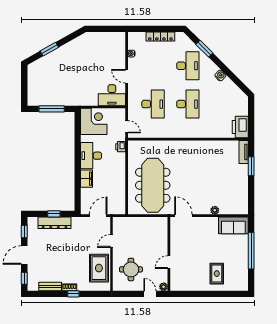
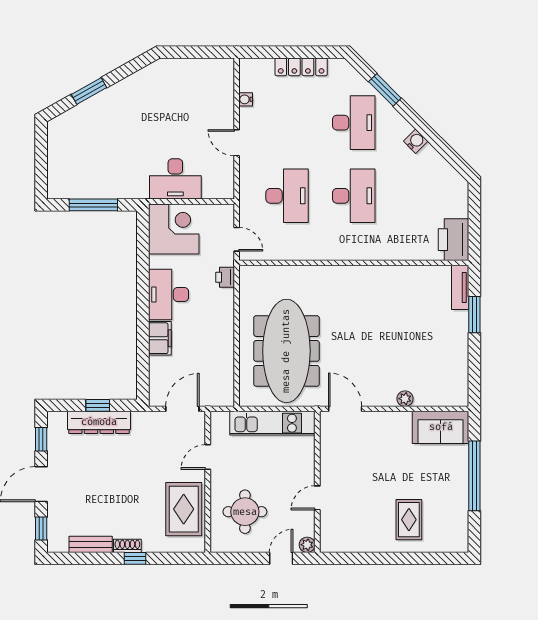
desk: (112, 95) -> (175, 179), moved
kitchen unit: (145, 223) -> (272, 423), added
door: (150, 294) -> (281, 558), hinge flipped

